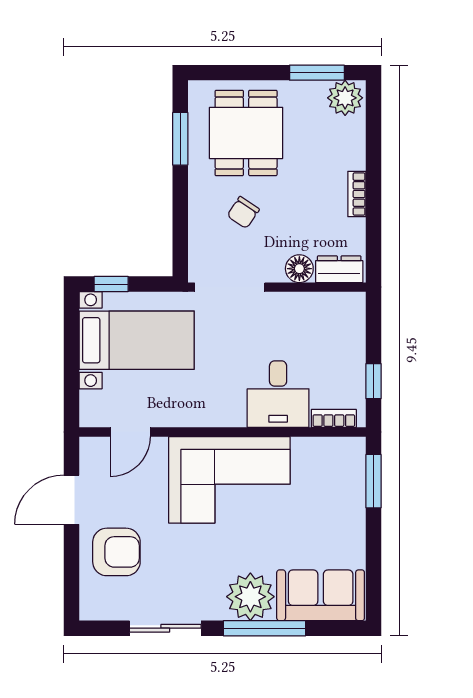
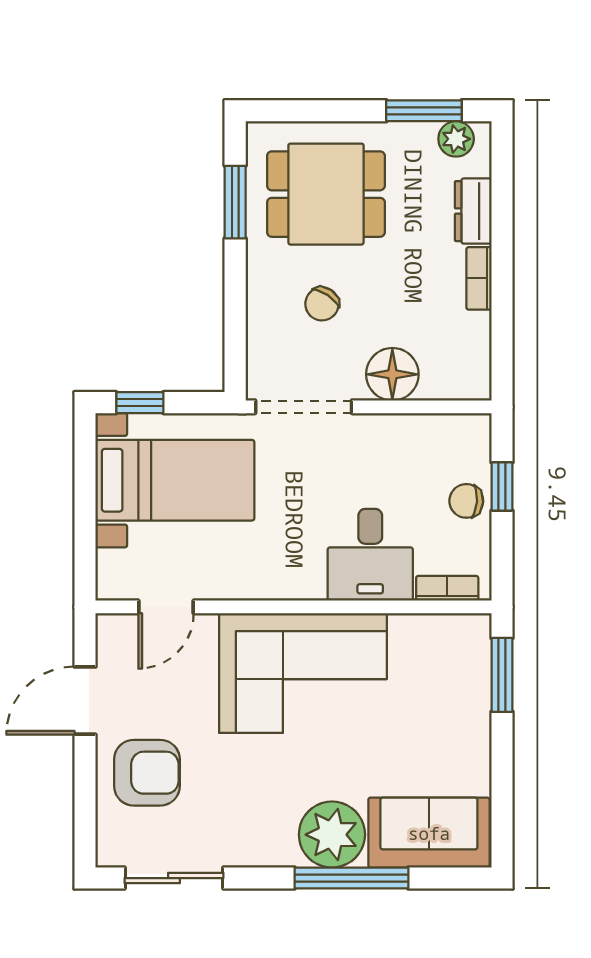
plant: (345, 98) -> (456, 139), width x0.73, depth x0.73
dining table: (246, 133) -> (326, 194), turned 90
floor lamp: (299, 269) -> (392, 374), width x1.38, depth x1.38
dresser: (339, 269) -> (473, 211), moved, turned -90
chair: (348, 355) -> (466, 501), added
window: (373, 381) -> (502, 487), moved
sliding door: (165, 628) -> (174, 878), moved

